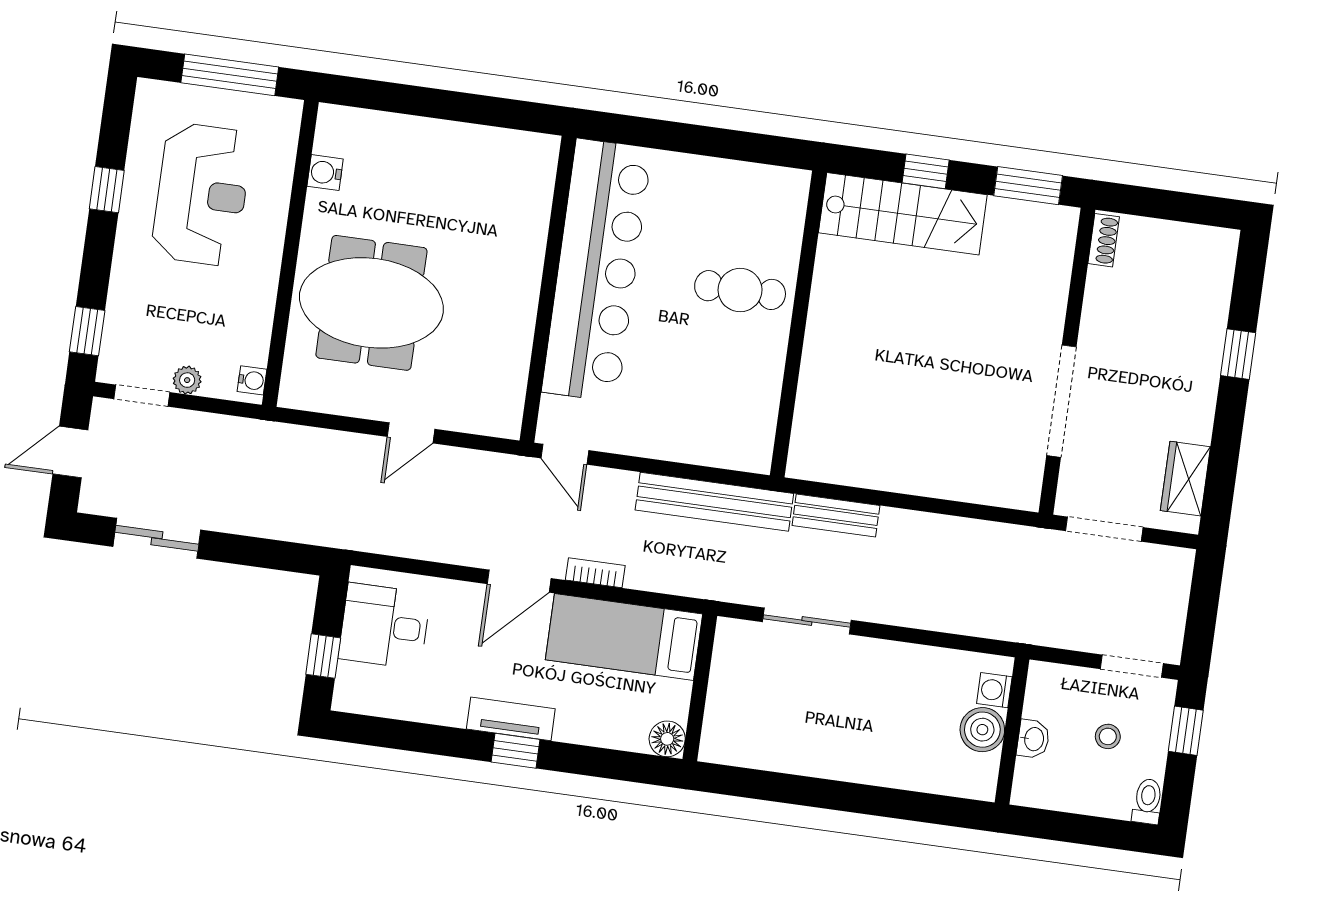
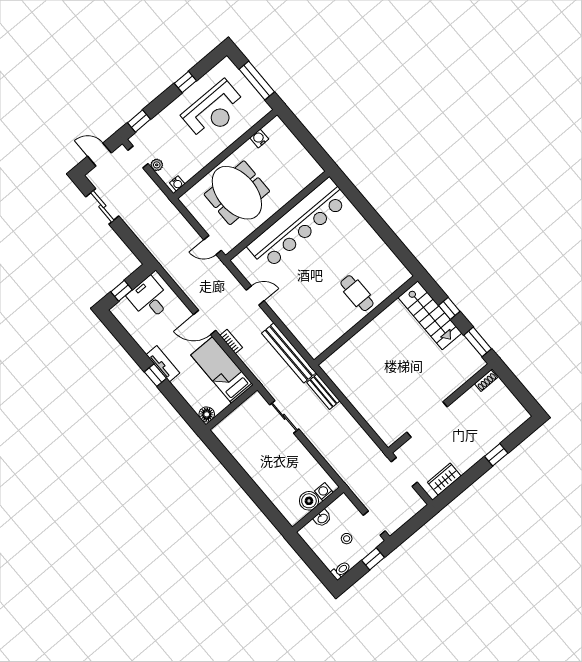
bar counter: (597, 270) -> (298, 224), moved
wall: (548, 289) -> (277, 216), moved
door: (565, 454) -> (255, 295), swing flipped

